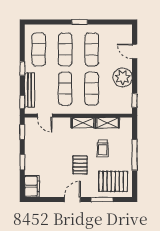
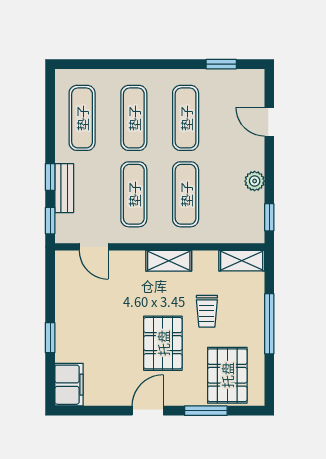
window: (80, 22) -> (221, 64), moved
window: (22, 68) -> (50, 177), moved
plant: (123, 77) -> (255, 181), width x0.53, depth x0.53
bench: (29, 90) -> (64, 188), width x0.73
shelving: (107, 123) -> (242, 261), moved
window: (22, 132) -> (50, 279), removed
pallet: (80, 165) -> (163, 343), width x1.50, depth x1.42
pallet: (113, 181) -> (227, 375), turned 90

